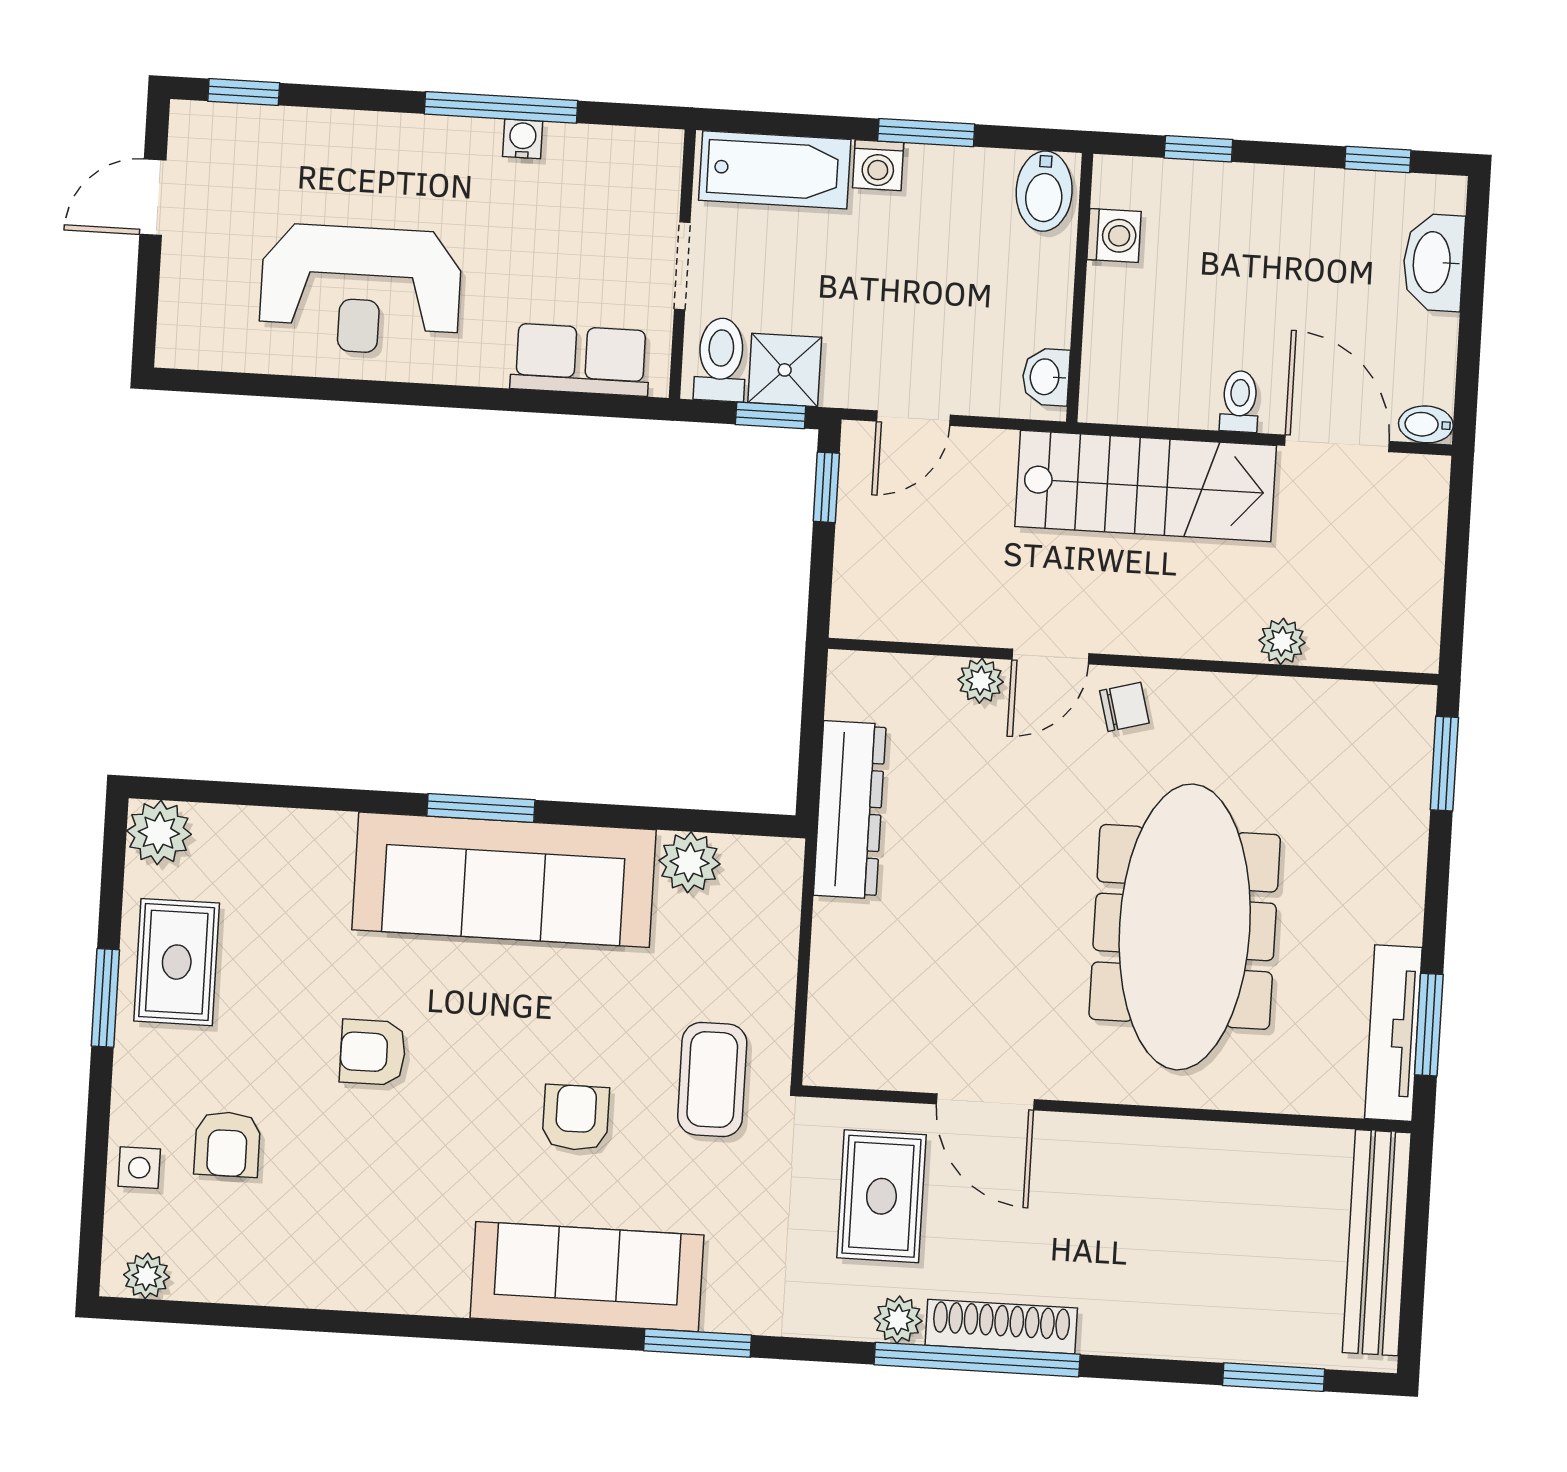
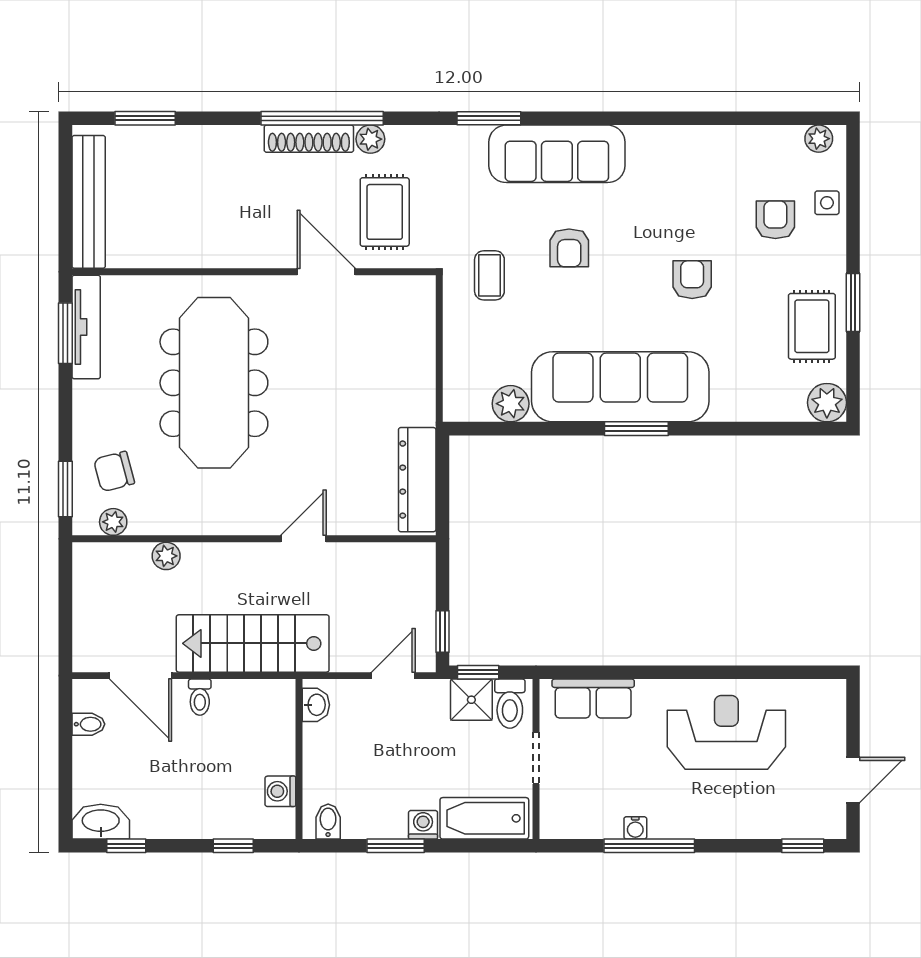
bidet: (1044, 191) -> (328, 822), width x0.72, depth x0.74
washbasin: (1433, 262) -> (101, 822), moved, turned -90
bidet: (1426, 424) -> (88, 724), moved
plant: (981, 681) -> (113, 522), moved
chair: (1124, 707) -> (114, 471), moved, width x1.37, depth x1.37
dresser: (850, 810) -> (417, 480), moved
armchair: (373, 1052) -> (692, 280), turned -90
coffee table: (712, 1080) -> (489, 275), width x0.73, depth x0.77

